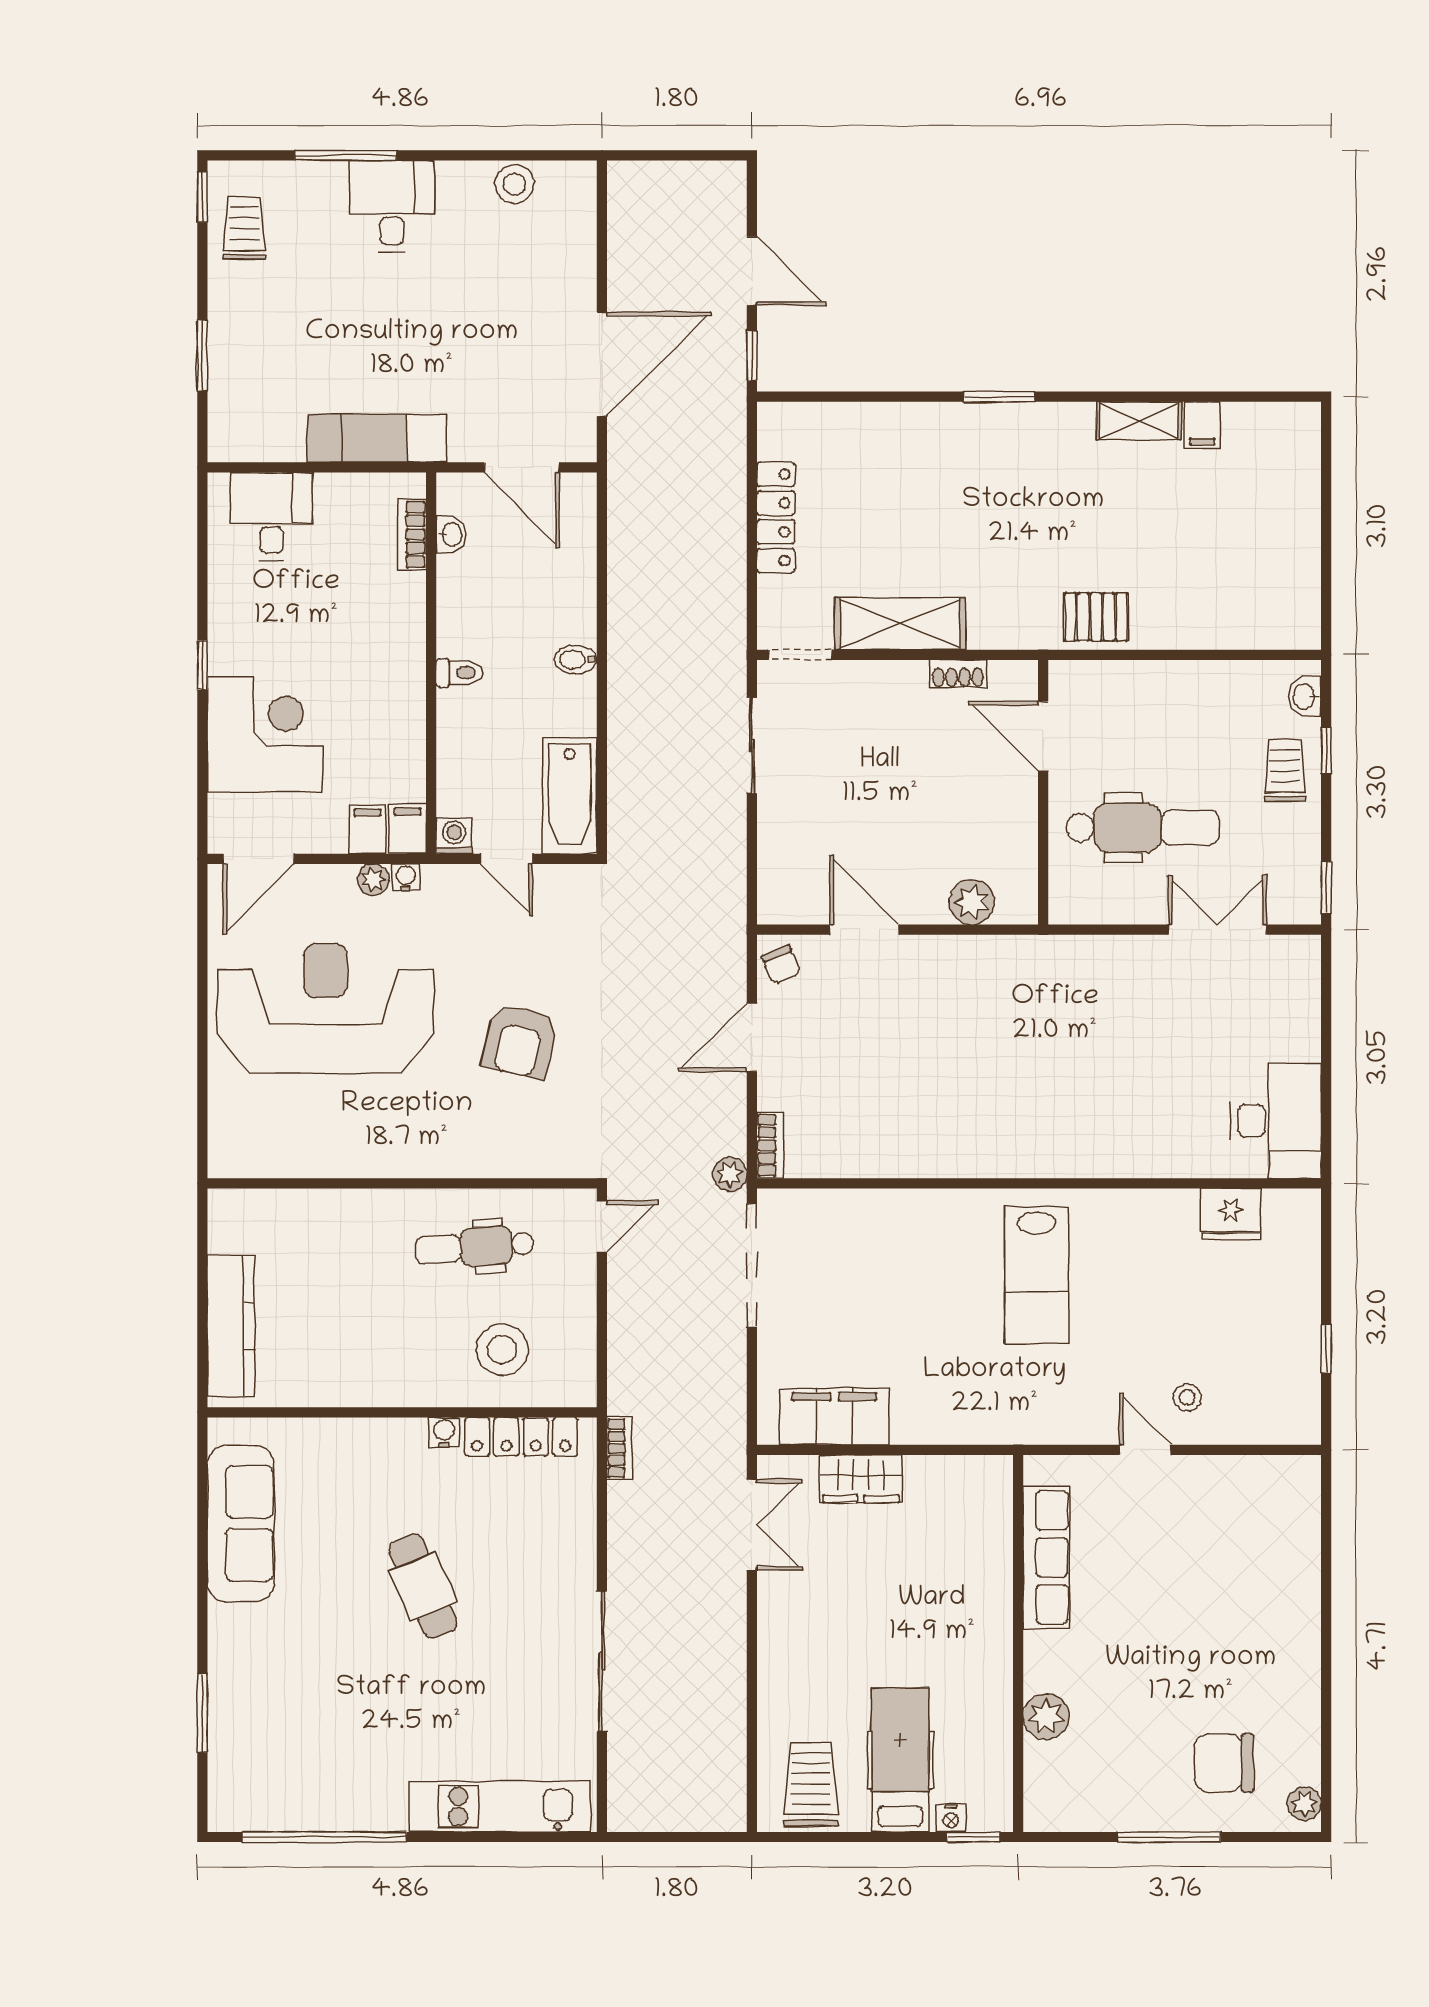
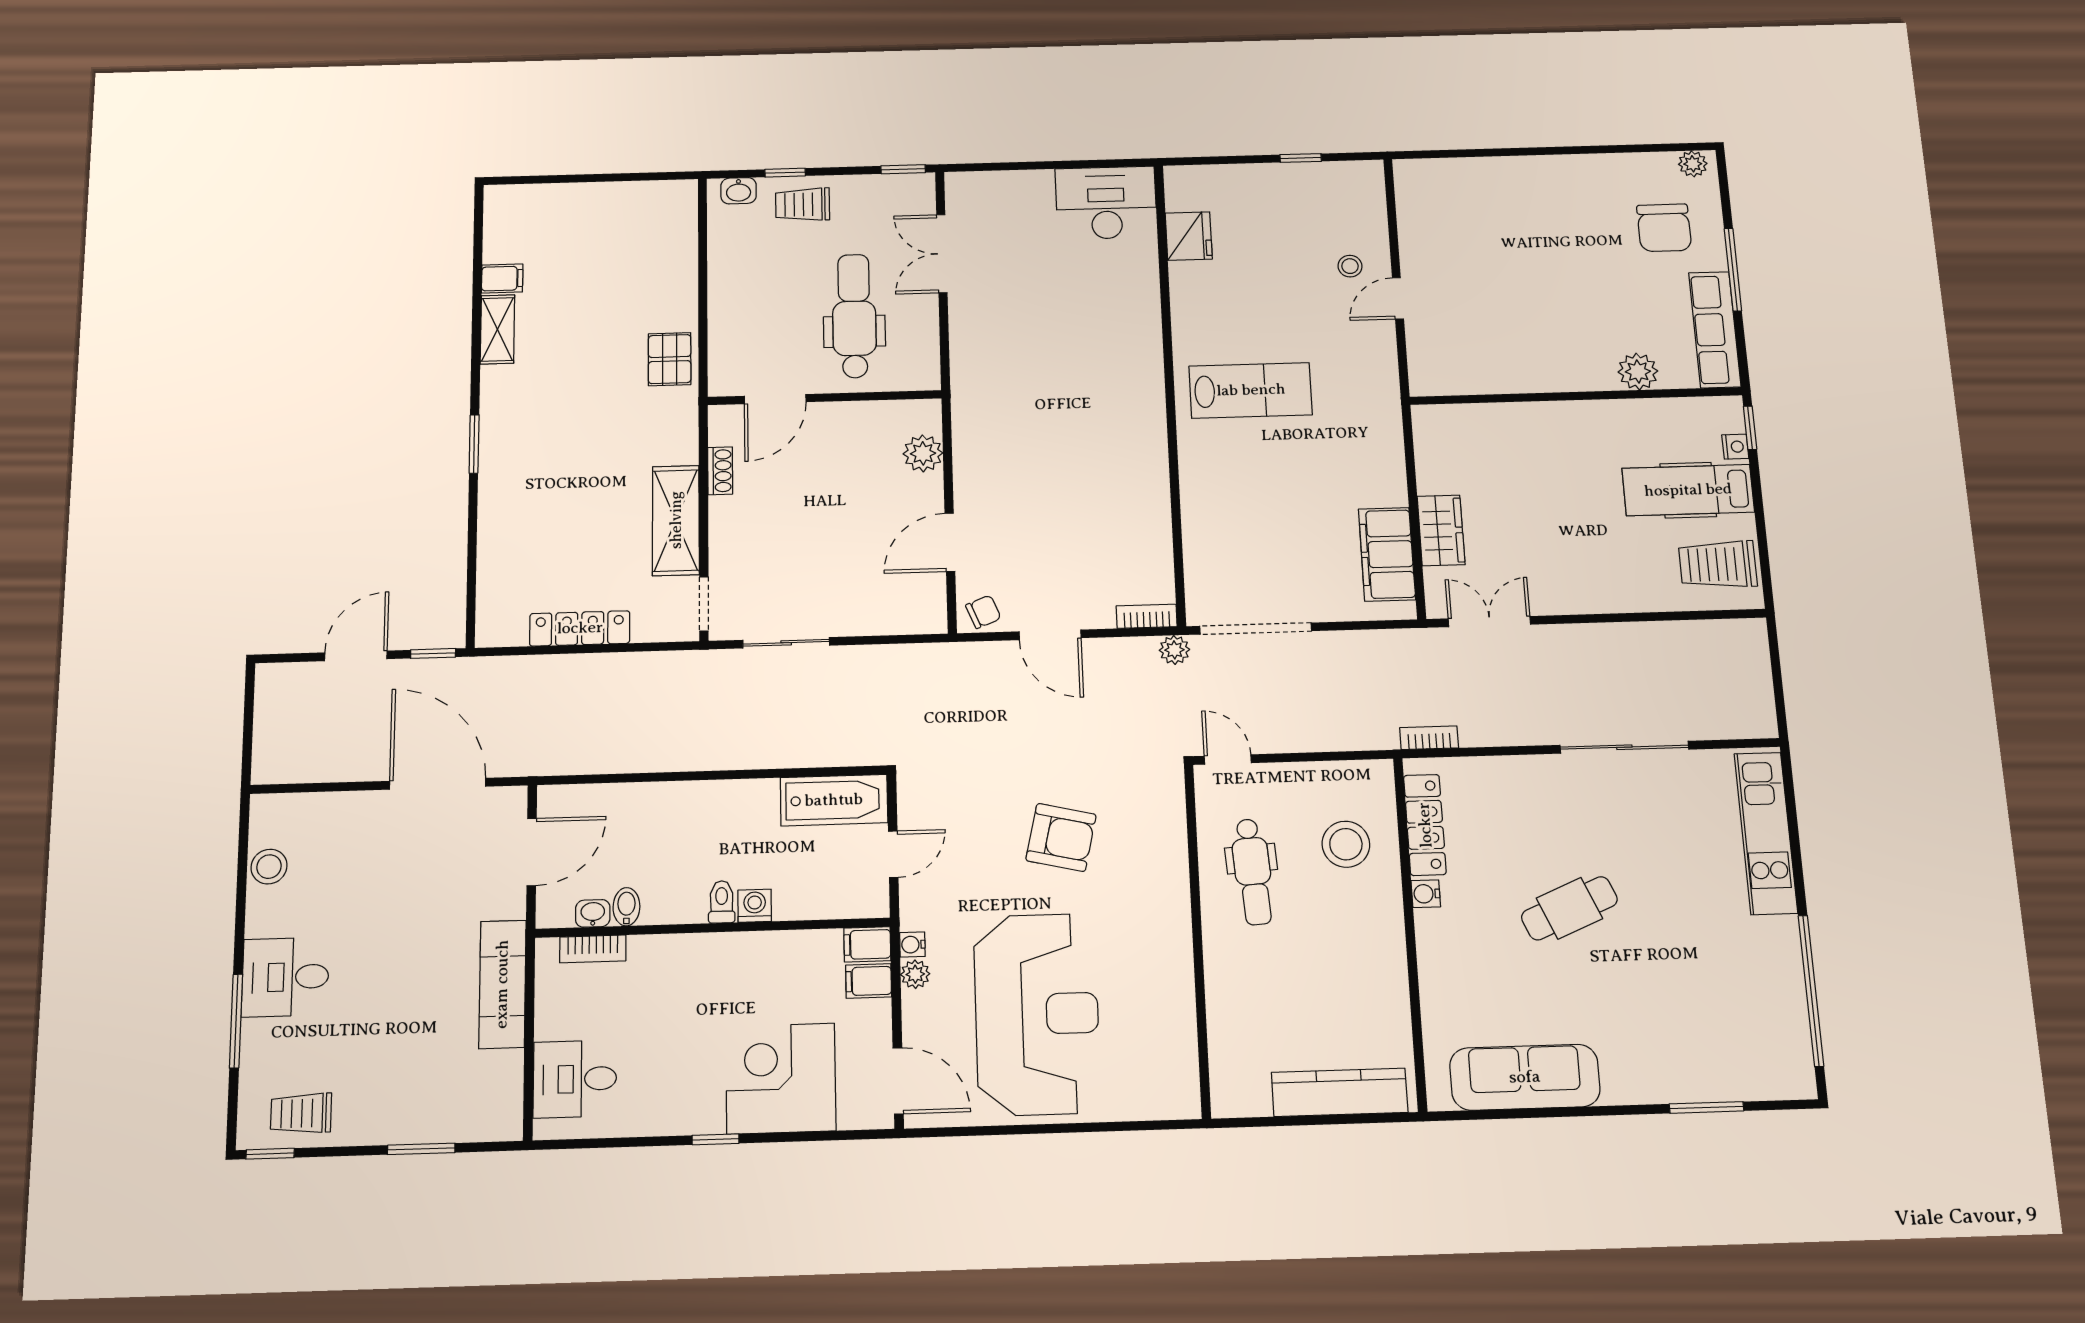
bidet: (576, 660) -> (626, 907), moved, turned 180
washing machine: (454, 836) -> (755, 906), moved, turned 90
reception desk: (326, 1008) -> (1037, 1014), turned 180
row of seats: (1046, 1557) -> (1715, 330), moved, turned -90

